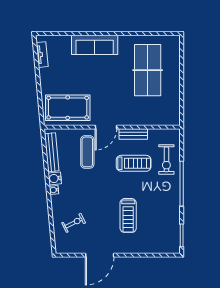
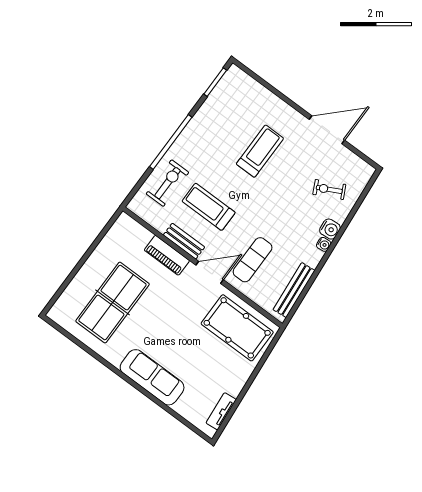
piano: (137, 119) -> (167, 255), added
water cooler: (55, 178) -> (330, 229), moved

